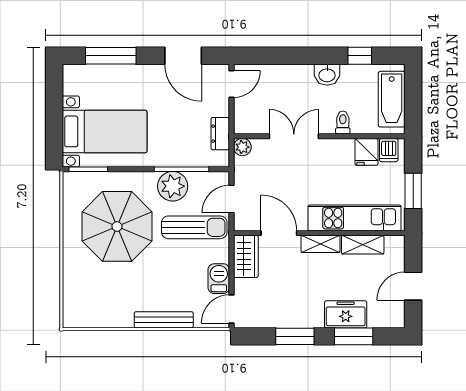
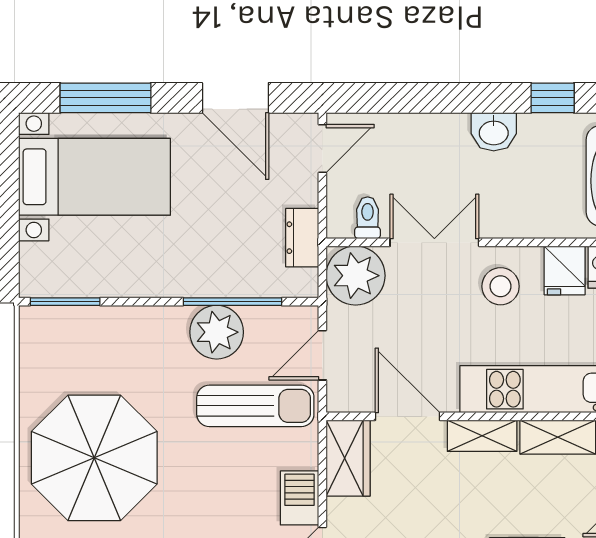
toilet: (343, 122) -> (368, 218), moved
bed with nightstands: (105, 131) -> (94, 177), moved
plant: (242, 147) -> (356, 276), width x1.87, depth x1.87
stool: (331, 161) -> (501, 286), added
parasol: (117, 226) -> (94, 458), moved

